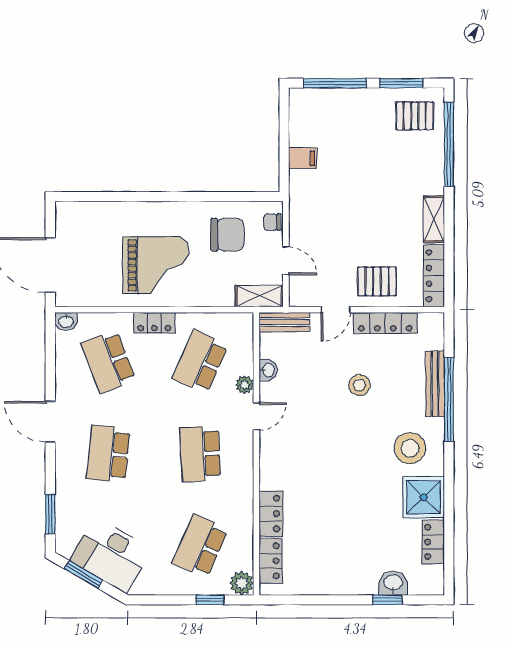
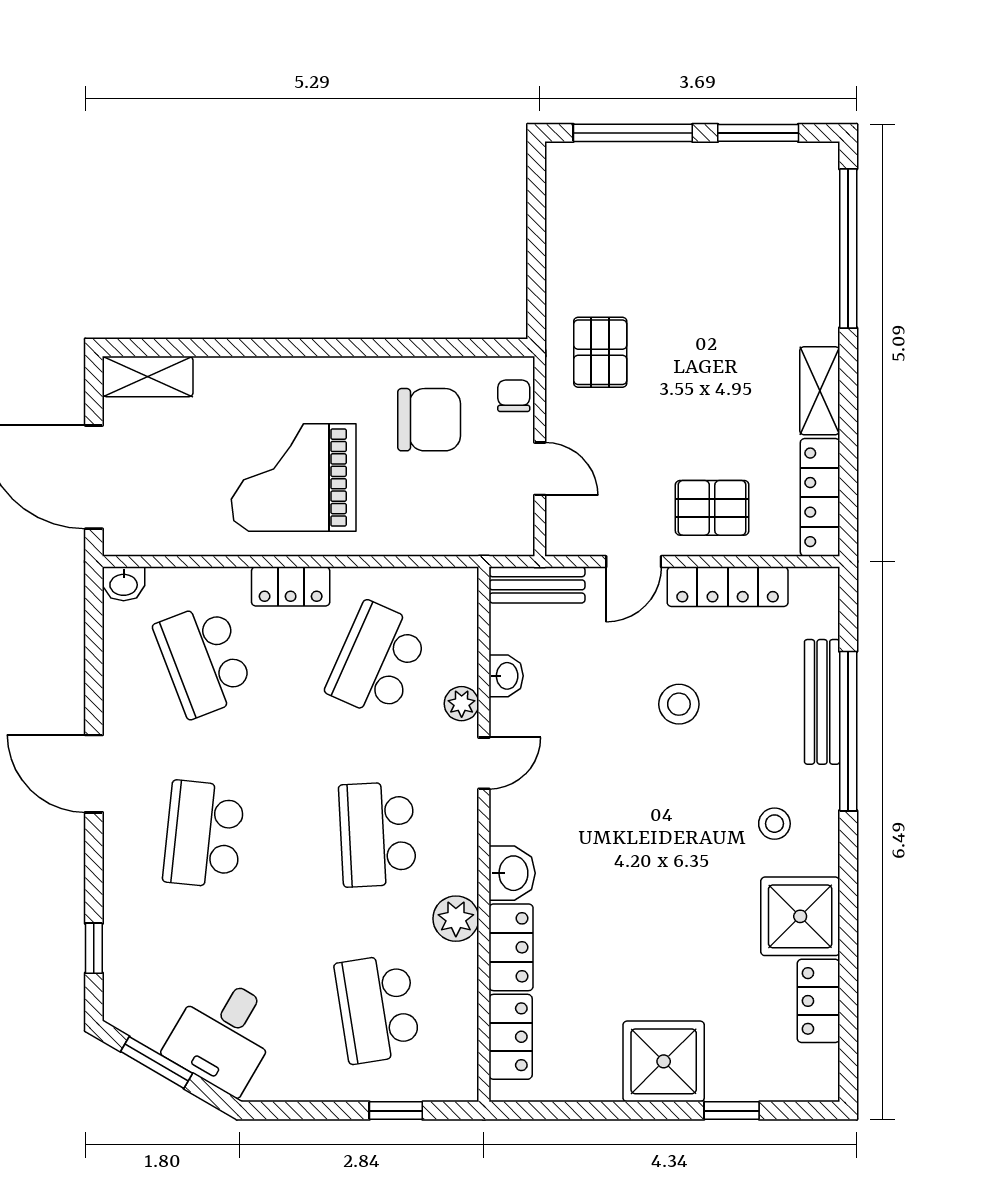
pallet: (415, 116) -> (600, 352), moved, turned 90
filing cabinet: (303, 158) -> (571, 275), removed
chair: (272, 222) -> (514, 396), turned 90
grand piano: (156, 265) -> (294, 478), turned 180
shelving: (259, 296) -> (148, 377), moved
stool: (410, 448) -> (774, 824), width x0.53, depth x0.53
window: (50, 514) -> (94, 948), width x0.67
school desk: (200, 546) -> (377, 1009), turned -33
desk: (111, 555) -> (224, 1034), width x0.73
shower: (351, 574) -> (664, 1061), added
plant: (242, 583) -> (456, 919), moved
washbasin: (393, 583) -> (512, 873), moved, turned 90

